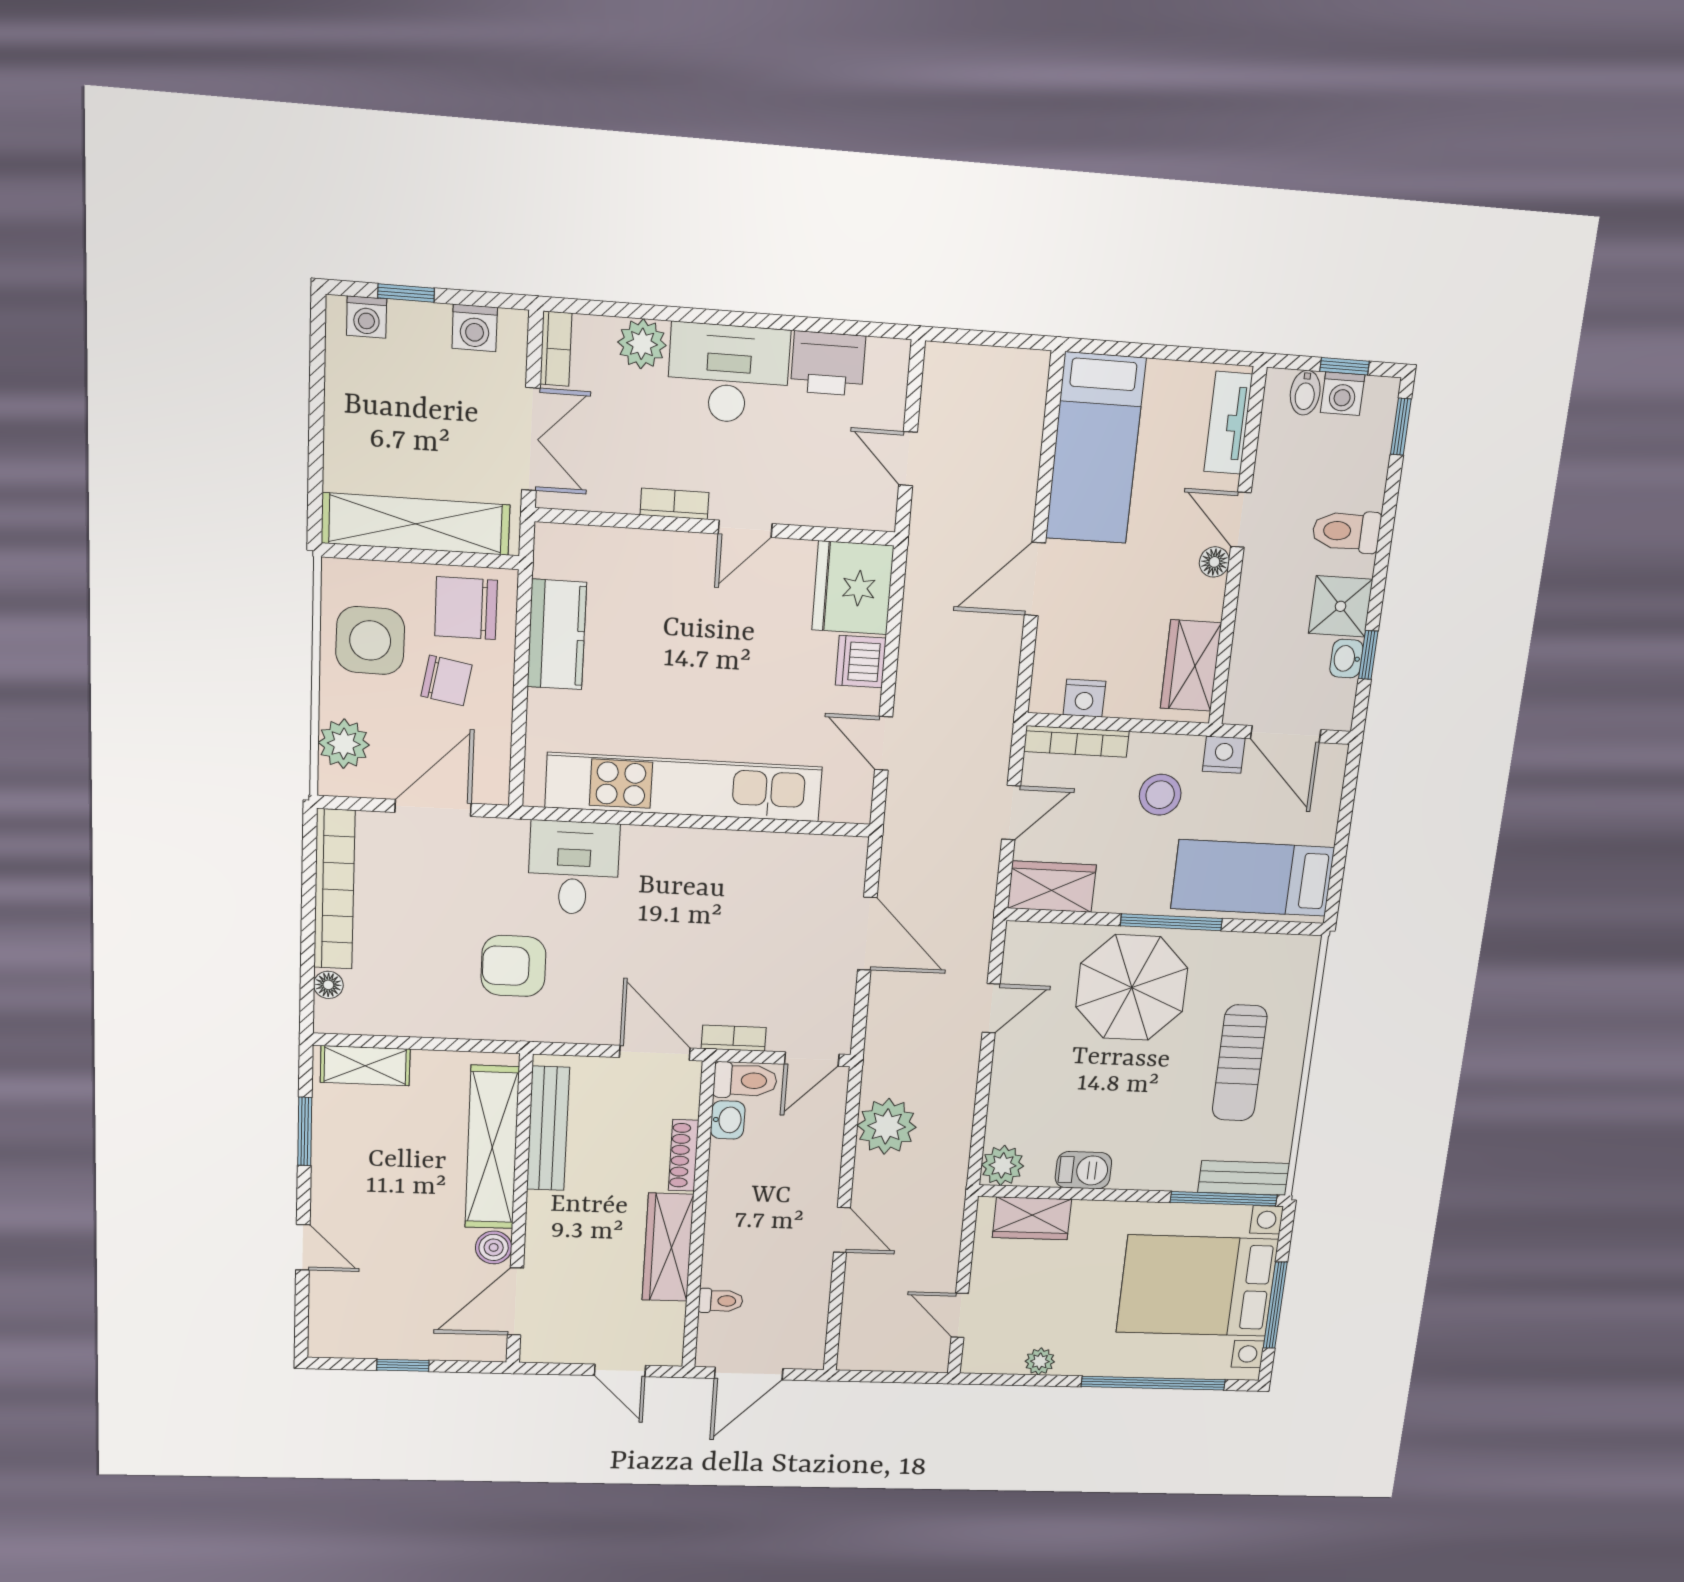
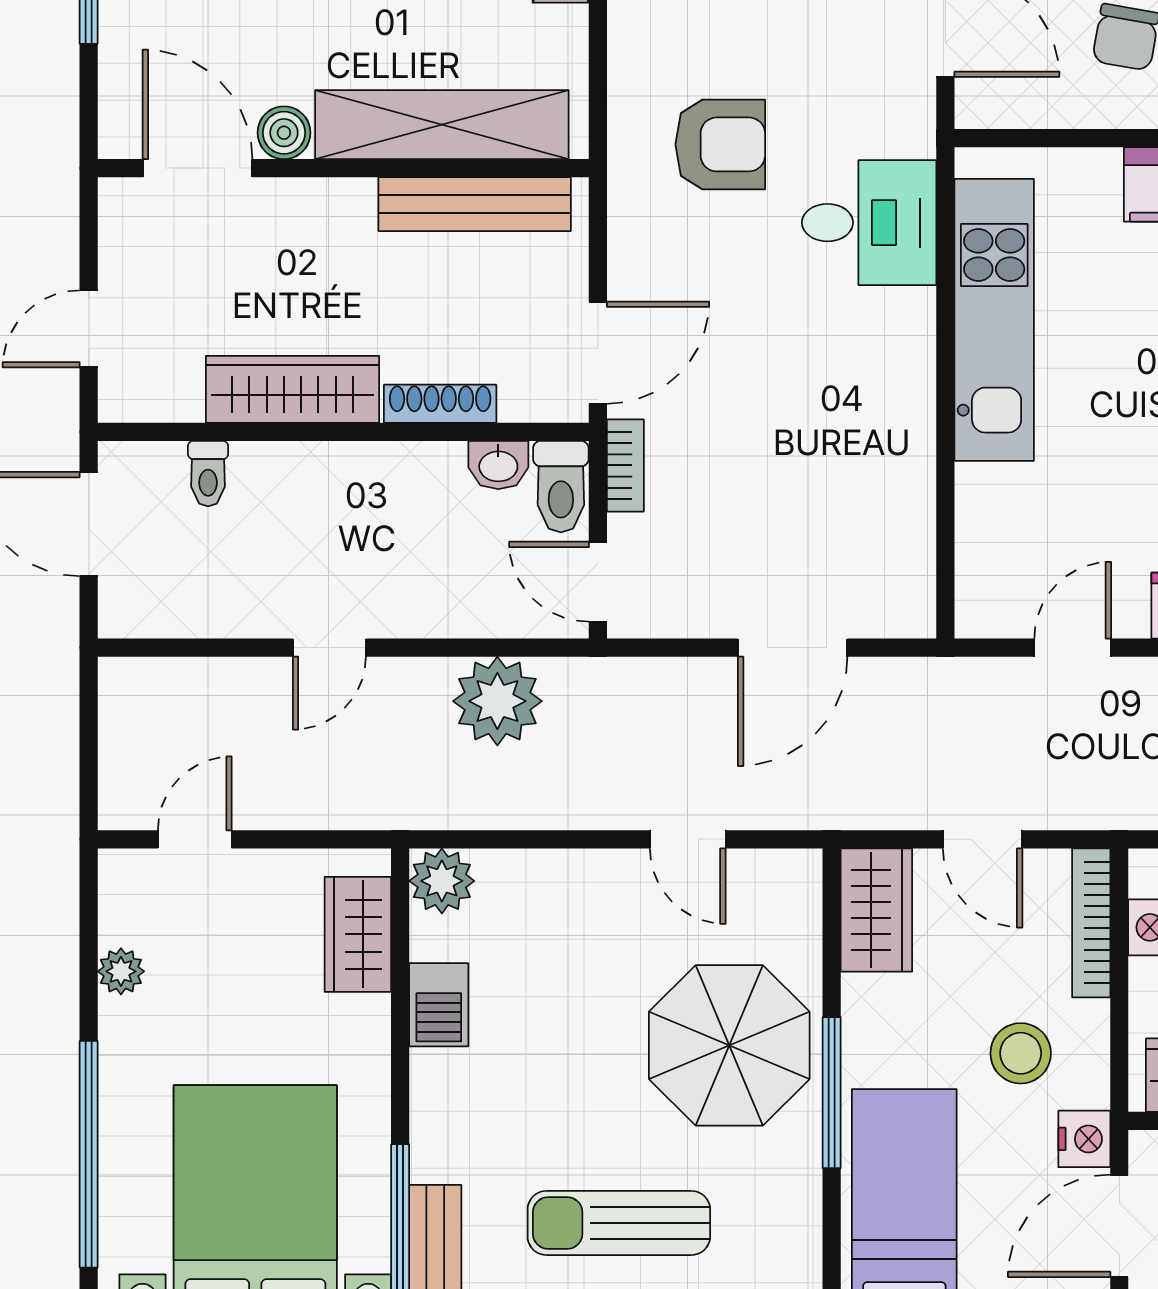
kitchen unit: (684, 787) -> (994, 320), width x0.73
armchair: (513, 966) -> (720, 144), turned 90

